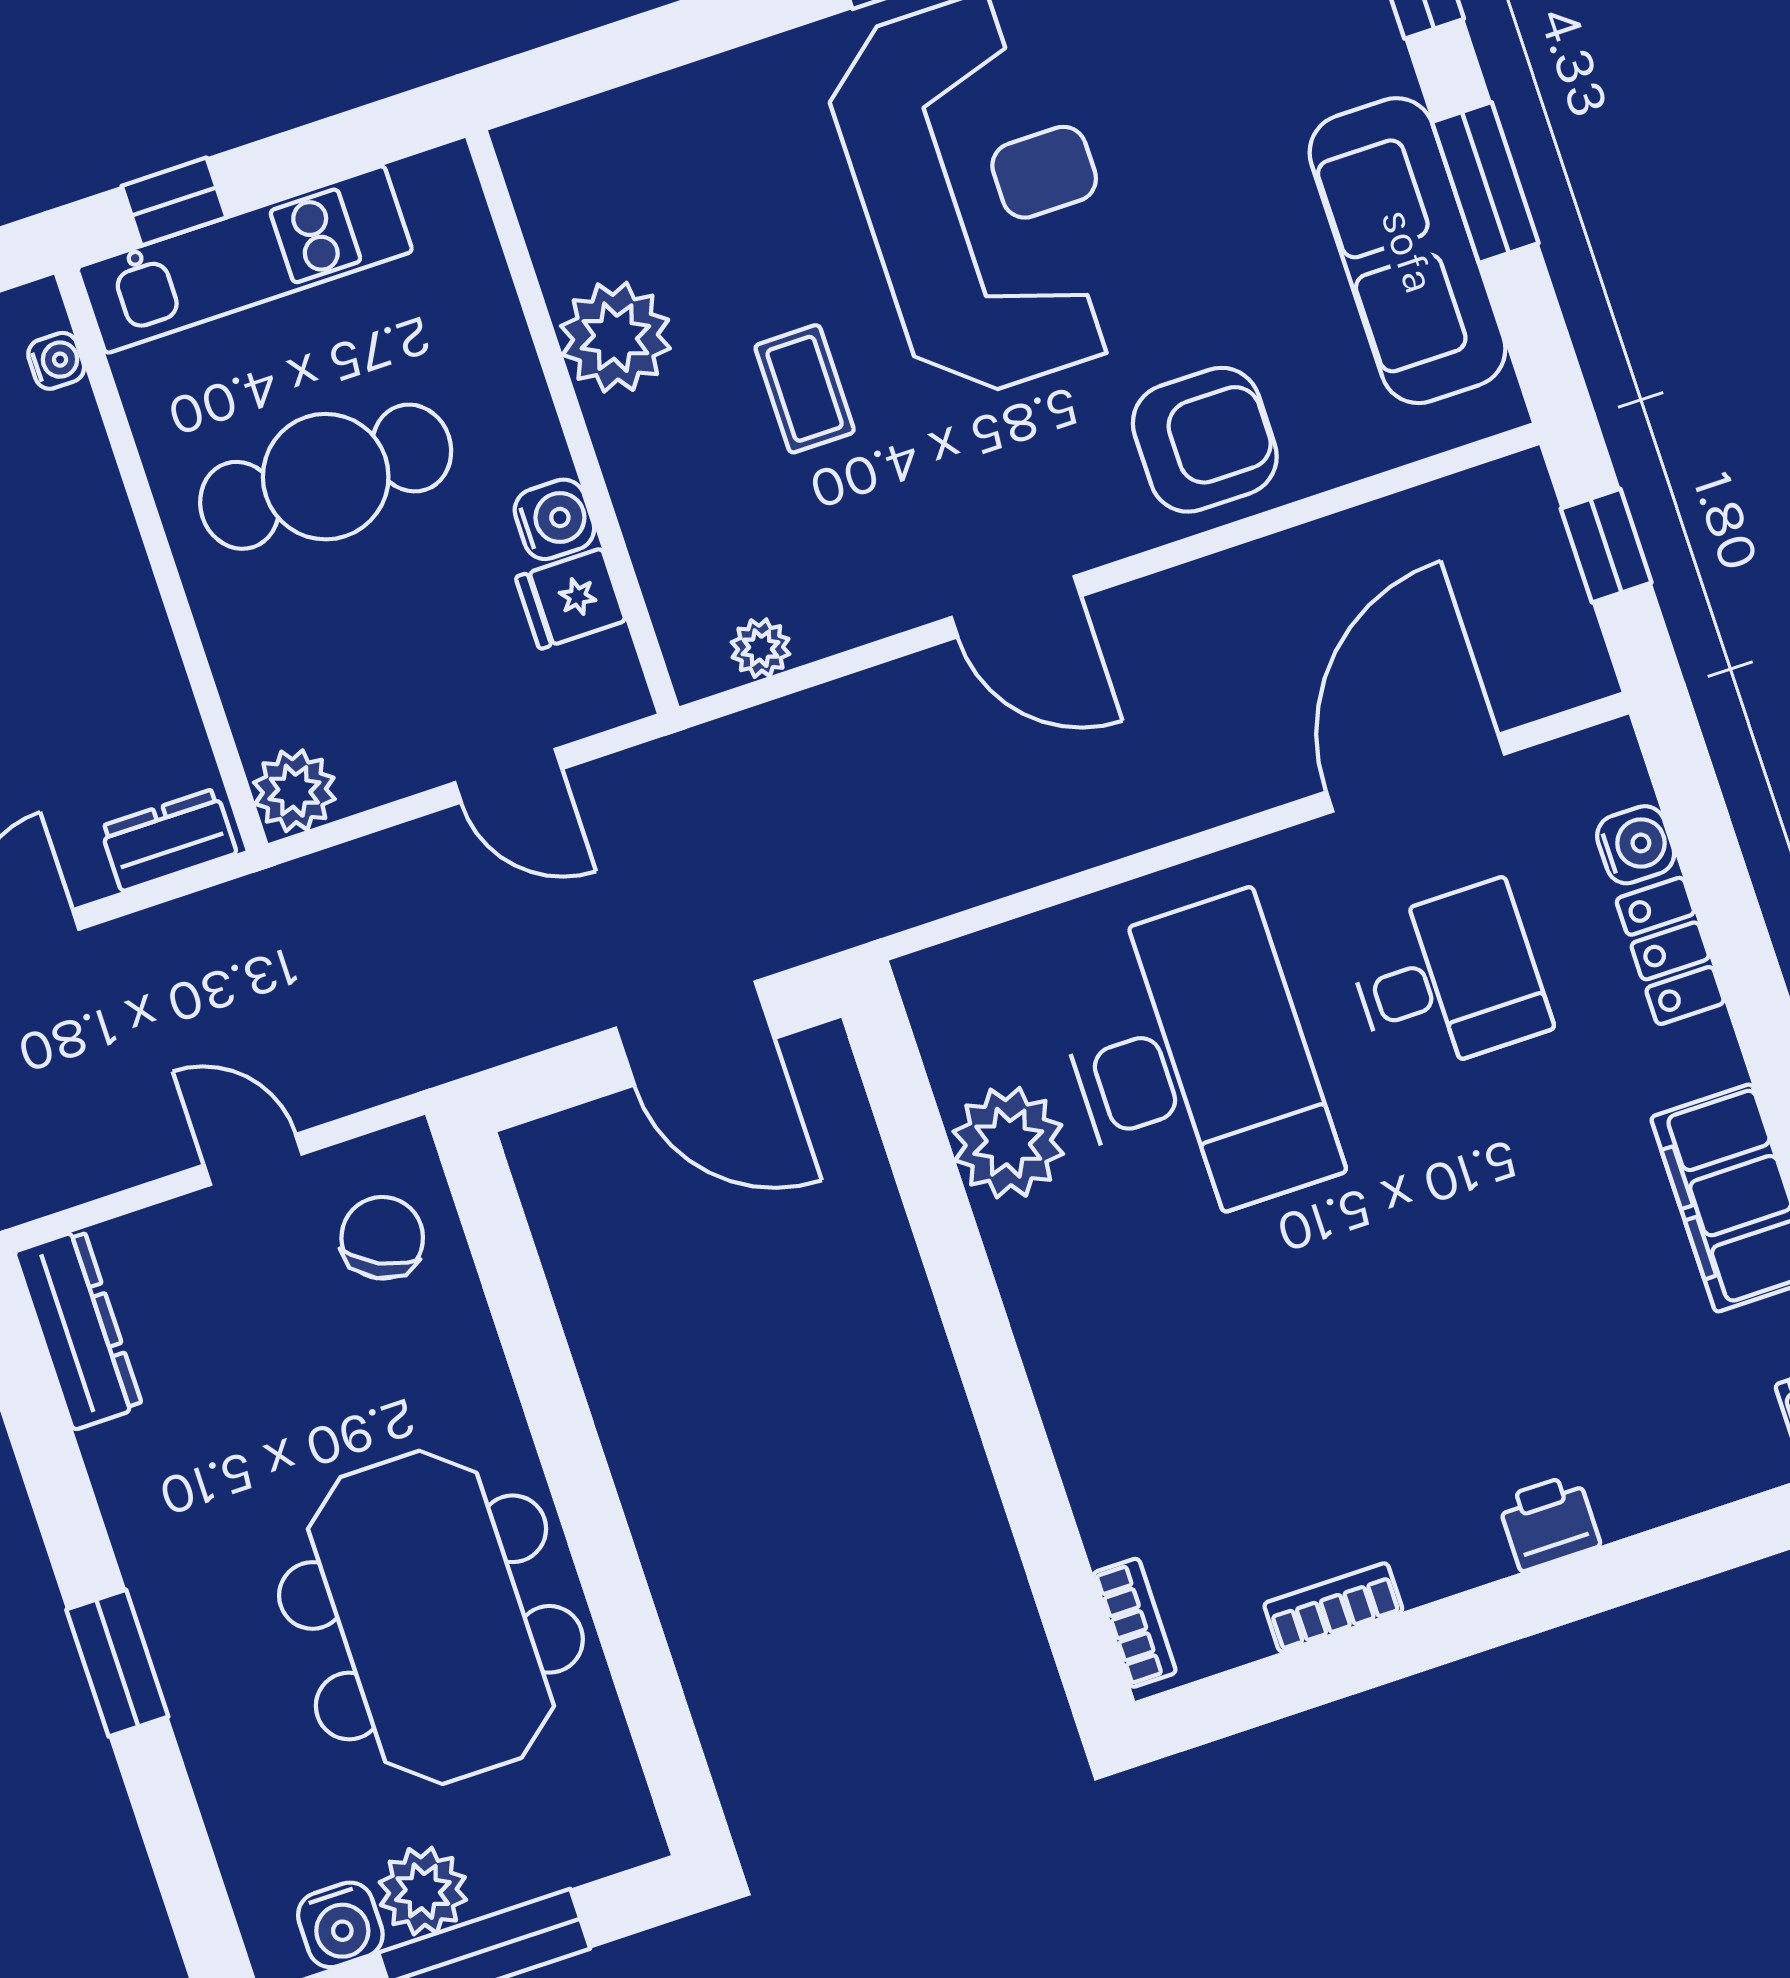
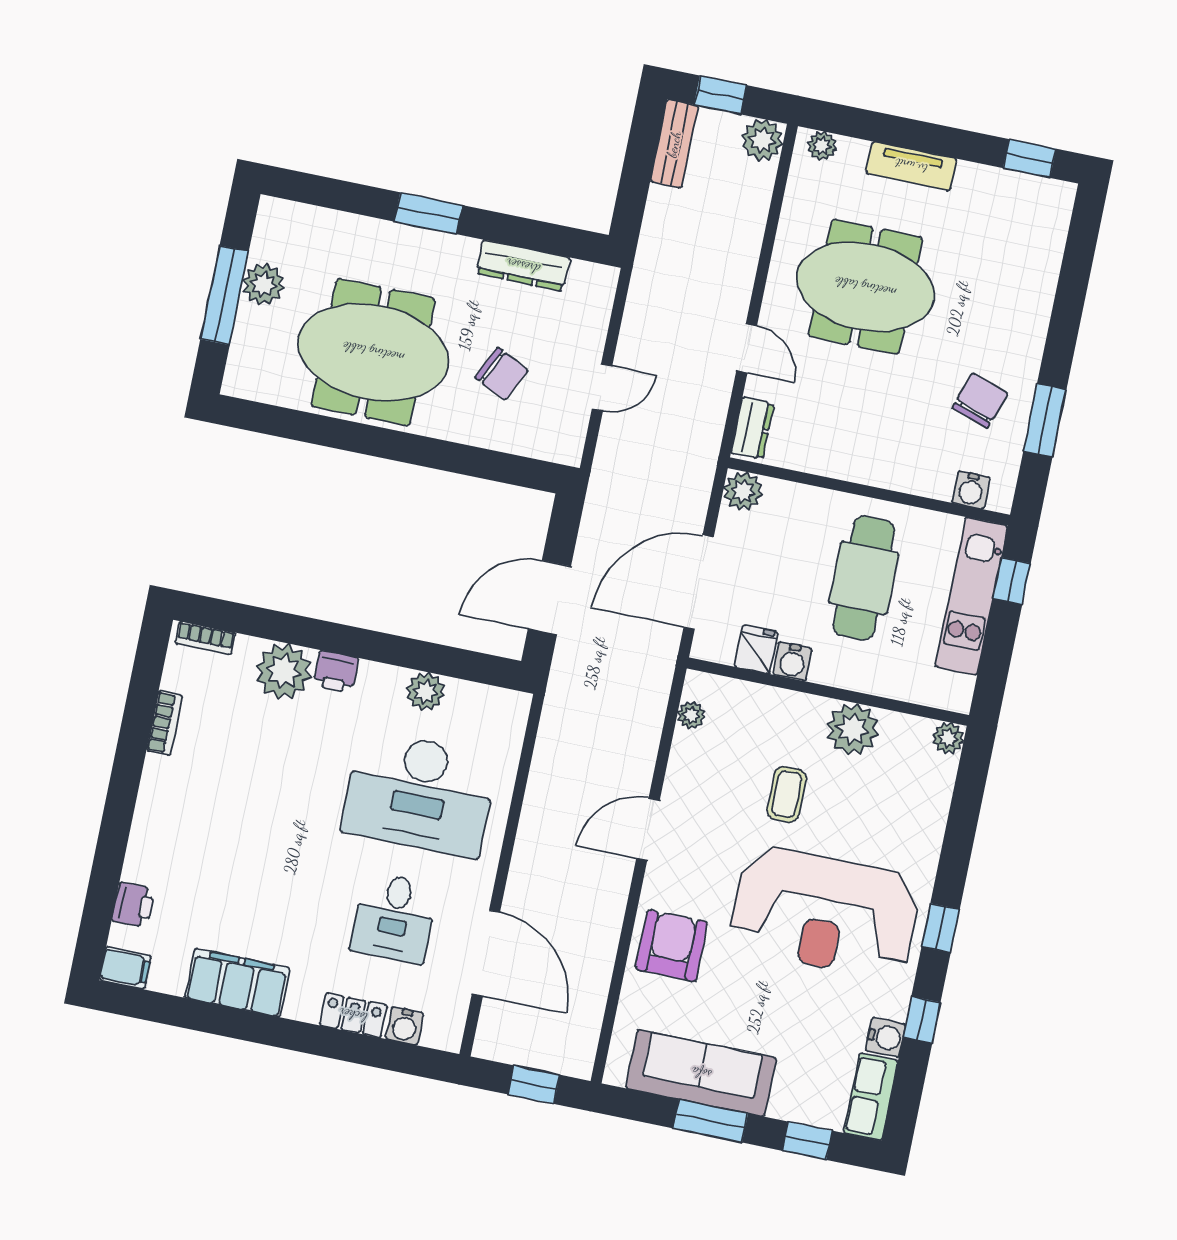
plant: (530, 152) -> (948, 738), added
water cooler: (56, 361) -> (971, 490), width x1.38, depth x1.38
coffee table: (805, 389) -> (787, 794), turned 90
armchair: (1205, 440) -> (672, 946), turned 180
door: (508, 776) -> (699, 582), width x1.87
plant: (1008, 1143) -> (425, 691), width x0.73, depth x0.73
chair: (382, 1238) -> (502, 374), moved
dresser: (78, 1329) -> (523, 266), moved
printer: (1058, 1347) -> (336, 672), added
plant: (1112, 1443) -> (284, 671), added
printer: (1549, 1522) -> (133, 905), moved
water cooler: (340, 1925) -> (269, 243), removed

